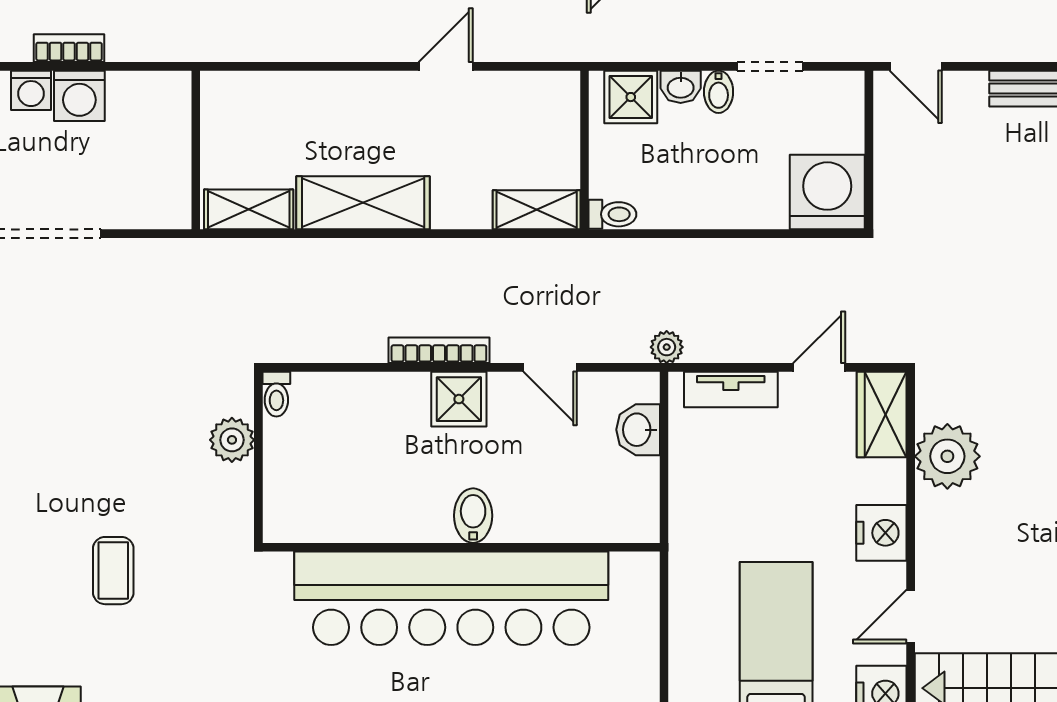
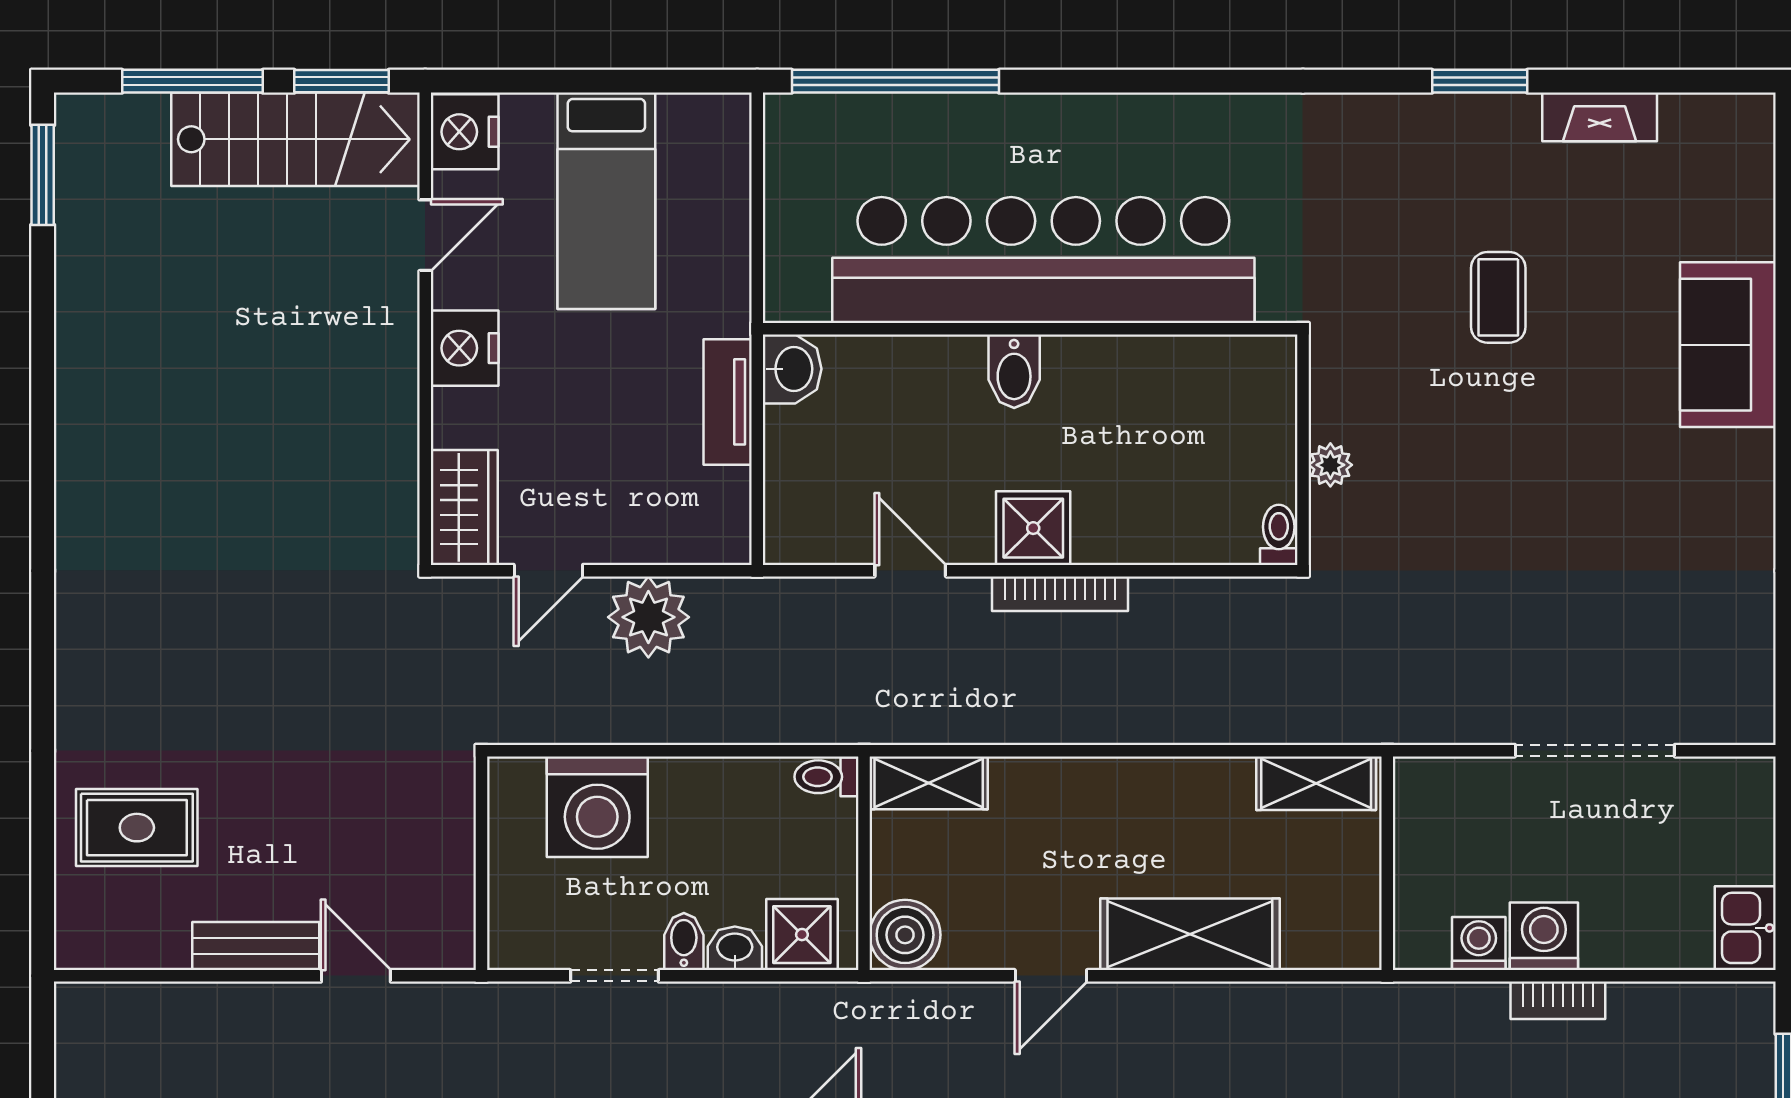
door: (916, 66) -> (356, 976), moved
washing machine: (31, 90) -> (1479, 944), moved
boiler: (554, 97) -> (905, 935), added
washing machine: (827, 192) -> (597, 807), moved
shelving: (363, 203) -> (1190, 934), moved
plant: (667, 347) -> (648, 617), moved, width x1.88, depth x1.88
tv unit: (731, 389) -> (728, 402), moved, turned -90
washbasin: (638, 430) -> (792, 369), moved
plant: (232, 440) -> (1330, 465), width x0.73, depth x0.73
plant: (947, 456) -> (376, 451), removed

